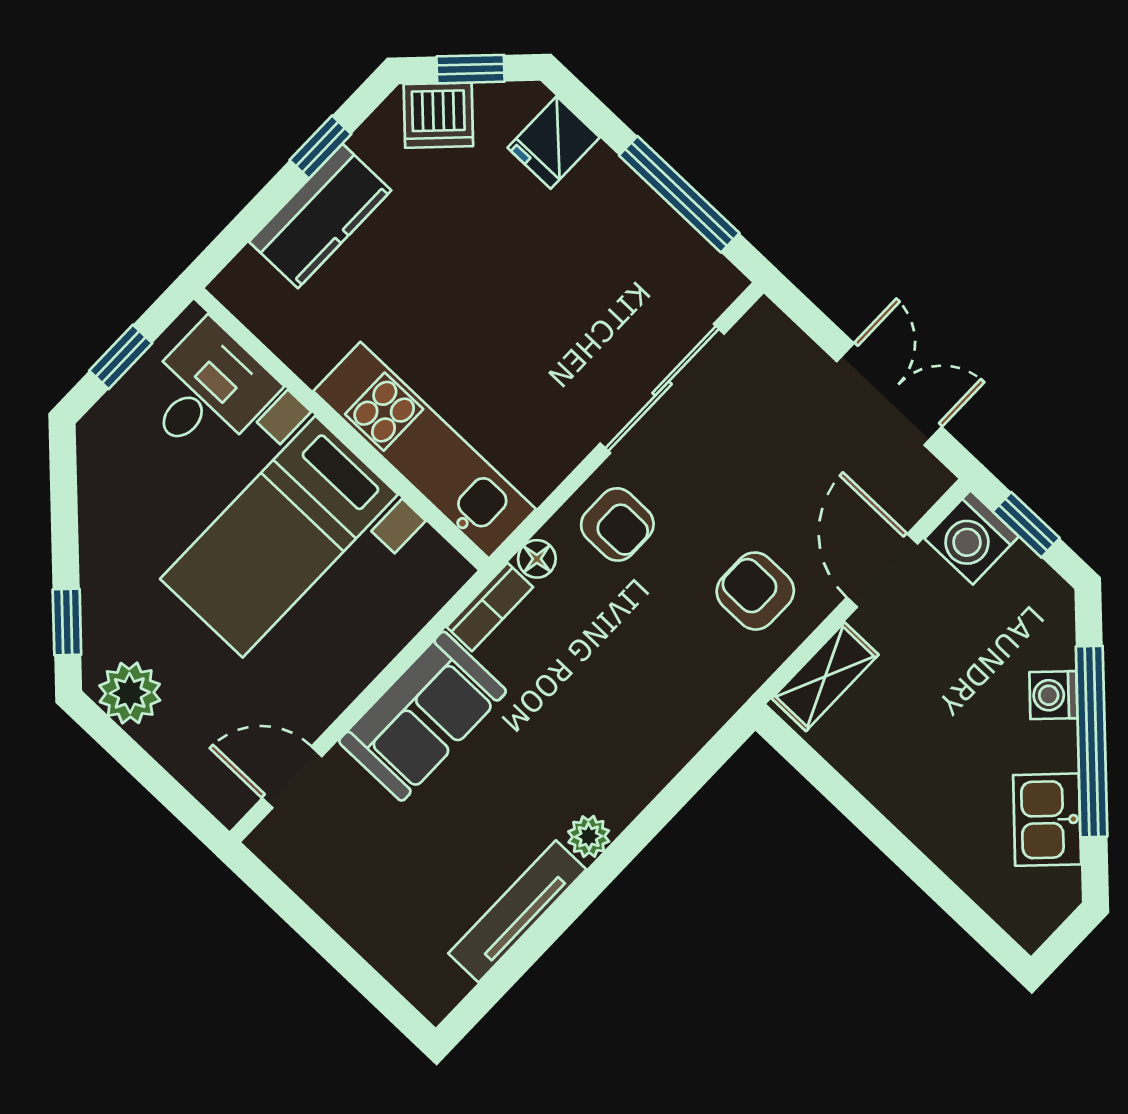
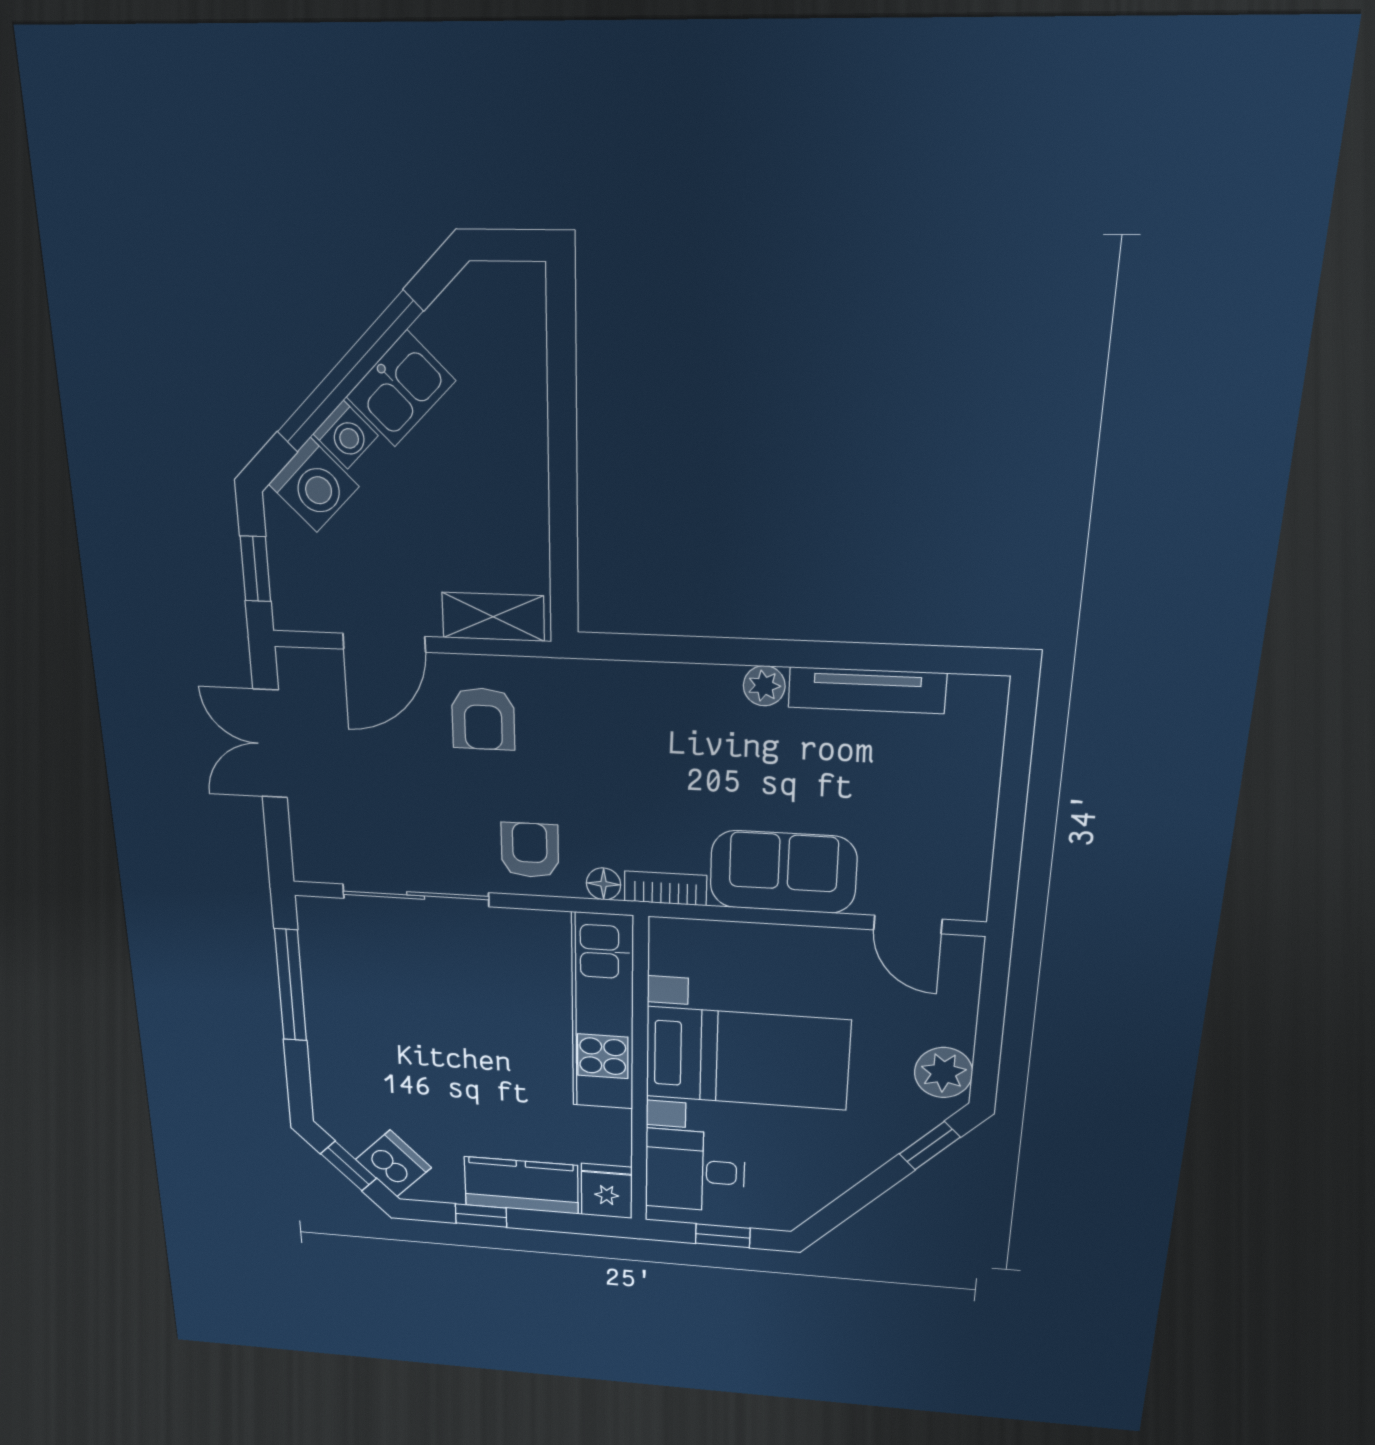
fridge: (554, 142) -> (607, 1191), moved, turned -90
washing machine: (972, 537) -> (314, 485), moved, turned 45
kitchen sink: (1047, 820) -> (401, 389), moved

